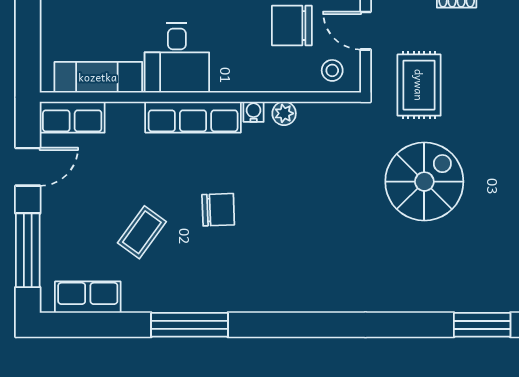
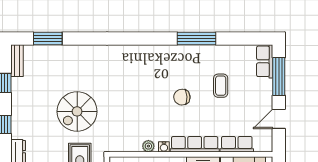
row of seats: (72, 117) -> (237, 144), moved
coffee table: (142, 232) -> (221, 86), turned -36
row of seats: (88, 297) -> (265, 61), moved, turned 90

